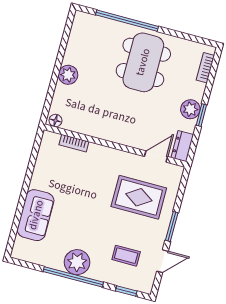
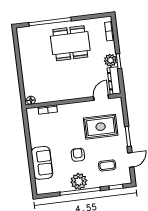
dining table: (143, 62) -> (70, 43), turned 90
plant: (68, 75) -> (27, 69), removed
dresser: (182, 146) -> (114, 81), width x1.44
armchair: (91, 224) -> (78, 155), added

